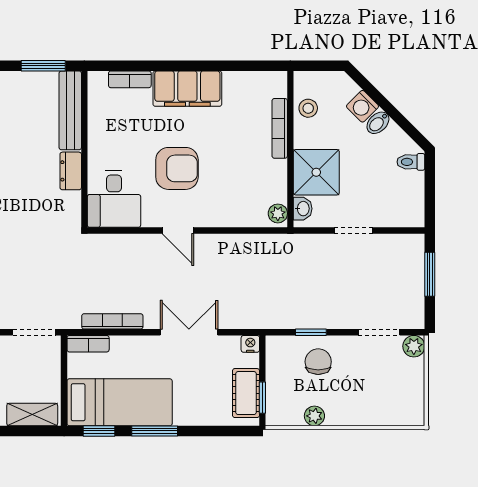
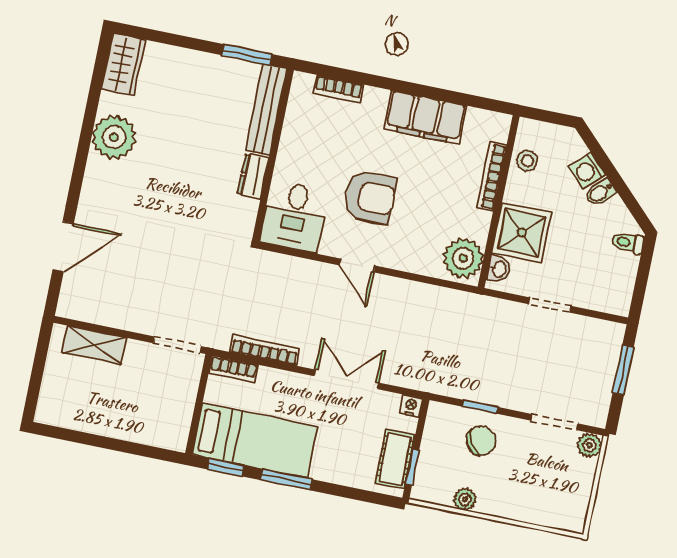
filing cabinet: (187, 89) -> (425, 117), moved
plant: (278, 213) -> (463, 258), width x1.87, depth x1.87
chair: (318, 362) -> (481, 441), turned 61
shelving: (32, 415) -> (156, 434), removed

